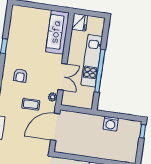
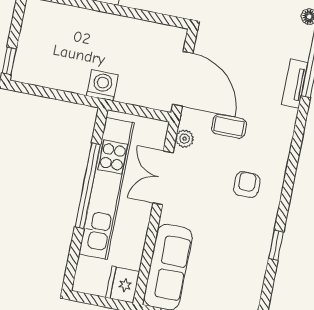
kitchen unit: (92, 61) -> (107, 188), width x1.36
washing machine: (111, 124) -> (102, 85), moved
door: (55, 127) -> (183, 79), hinge flipped

